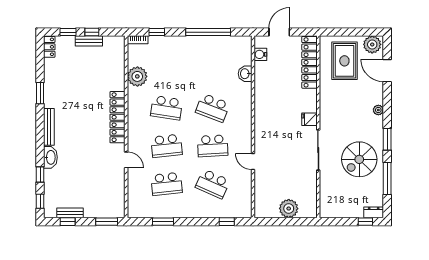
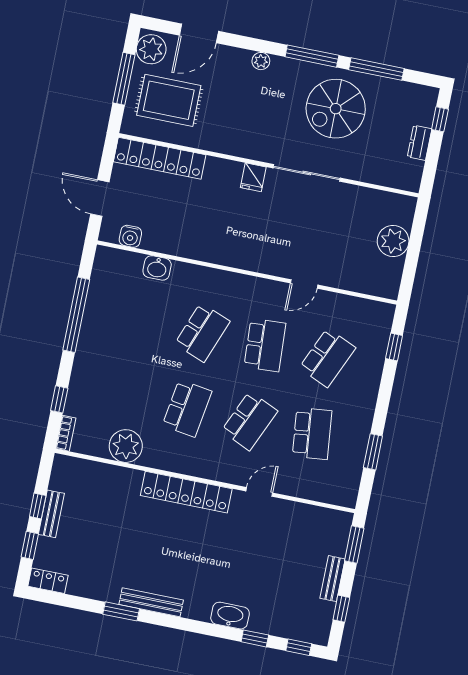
window: (352, 32) -> (124, 79), added
bench: (49, 127) -> (151, 602), moved
window: (387, 139) -> (312, 56), width x1.44
school desk: (167, 146) -> (250, 421), turned 30
spiral stairs: (359, 159) -> (336, 109), turned 90
dresser: (374, 212) -> (420, 143), moved
bench: (70, 213) -> (333, 579), moved

